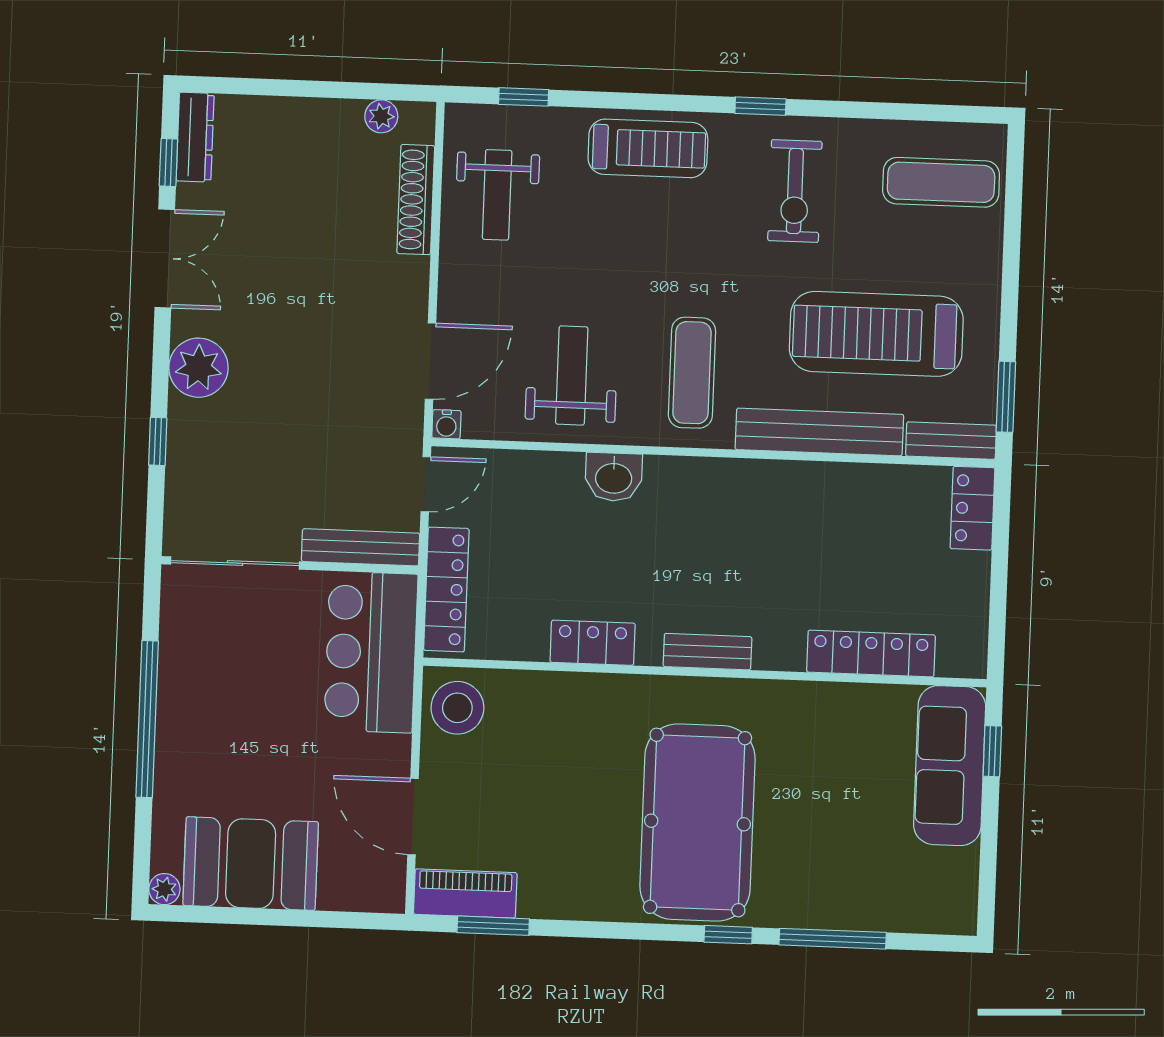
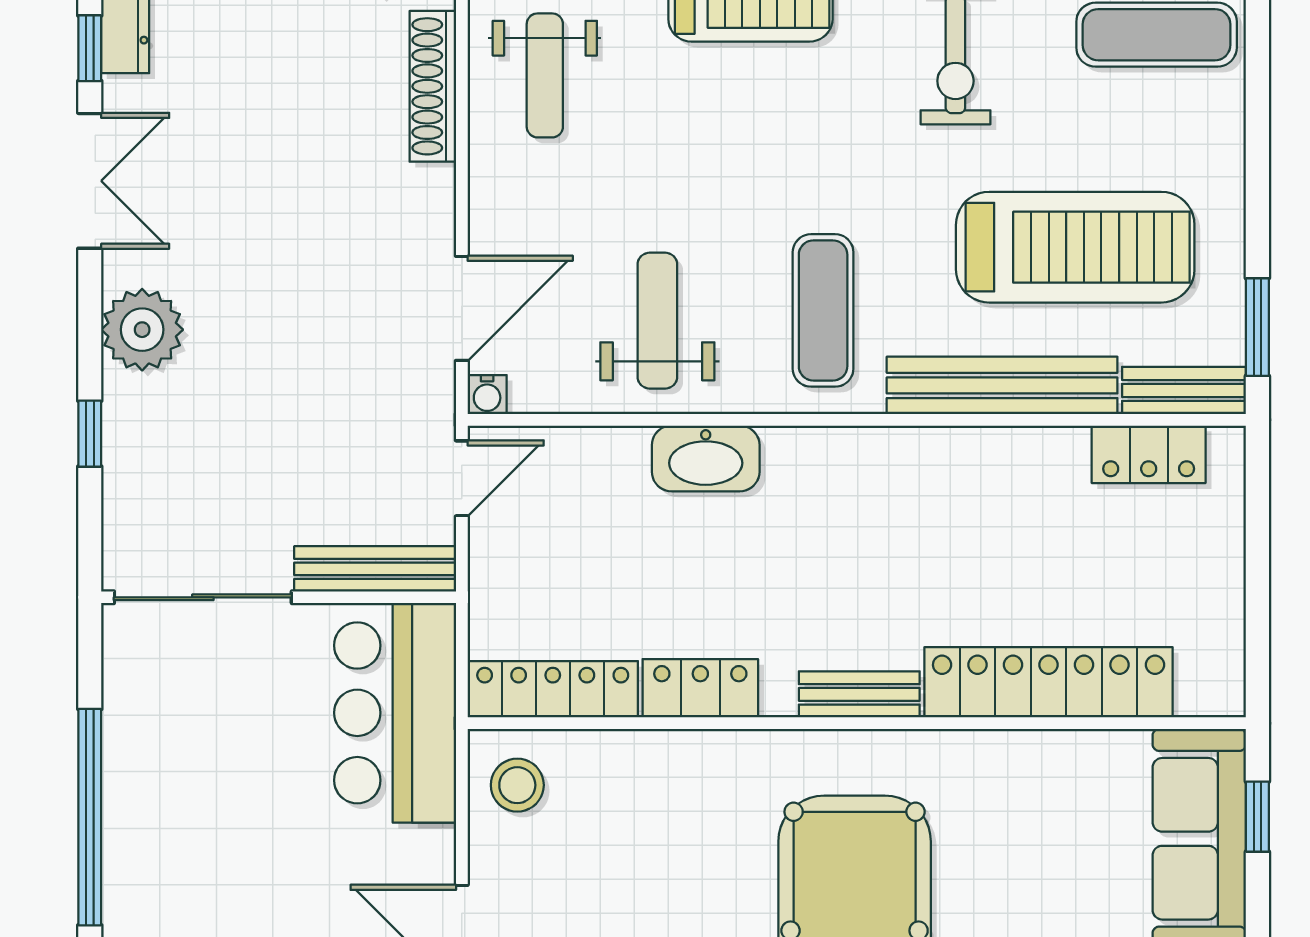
treadmill: (876, 334) -> (1075, 247), turned 180
washbasin: (614, 477) -> (706, 458), width x1.38
locker: (972, 508) -> (1149, 454), moved, turned -90
locker: (446, 589) -> (553, 689), moved, turned -90
locker: (871, 654) -> (1049, 682), width x1.41, depth x1.21
stool: (457, 708) -> (517, 785), width x0.73, depth x0.73

